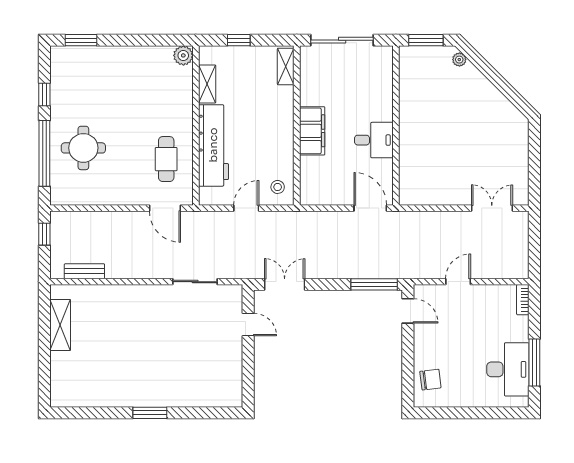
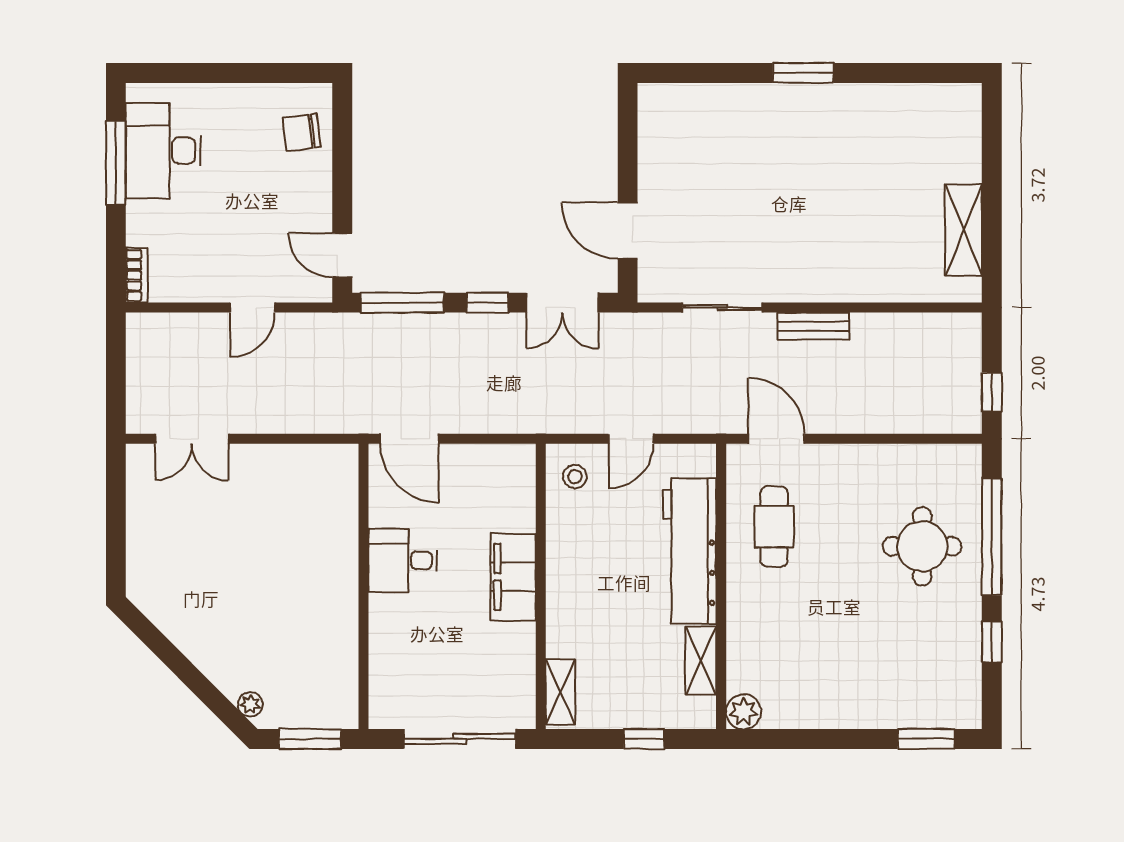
bench: (84, 271) -> (813, 326), moved
window: (326, 284) -> (488, 303), added
door: (248, 325) -> (628, 231), width x1.38

